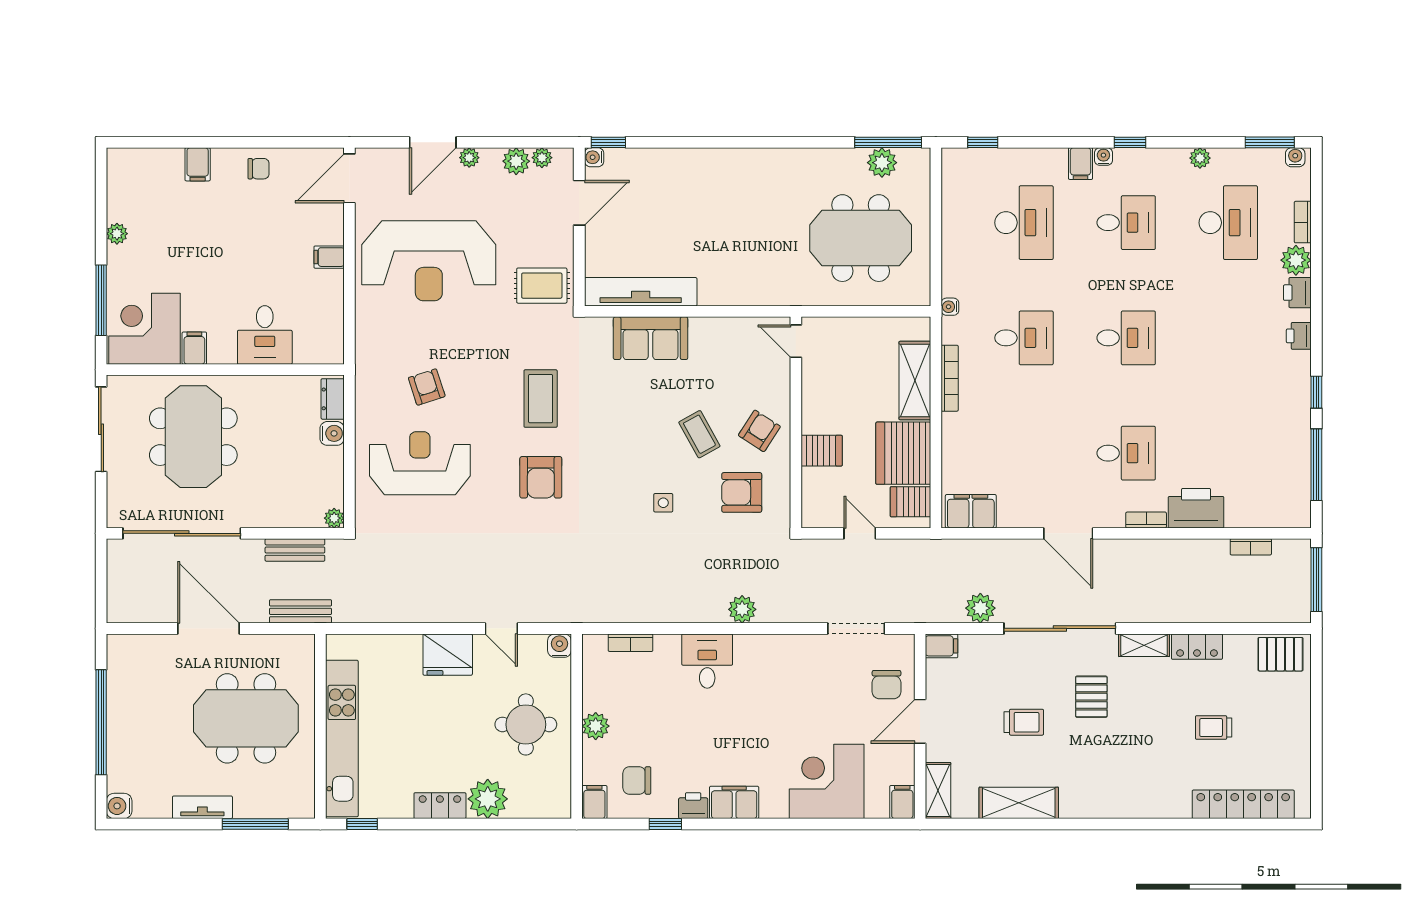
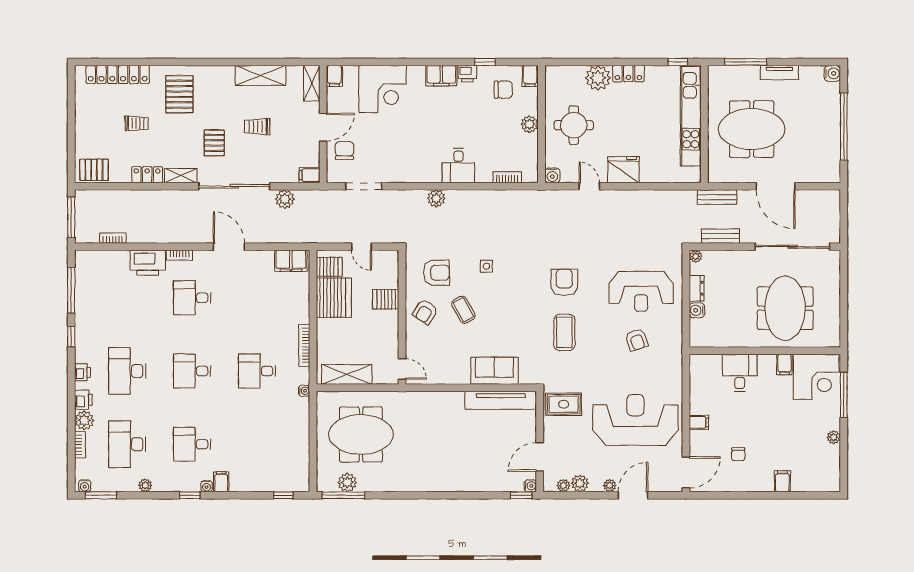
chair: (258, 169) -> (738, 454), moved, turned -90
desk: (1024, 223) -> (127, 371), moved
shelving: (915, 381) -> (347, 374), moved, turned 90
dresser: (333, 399) -> (697, 288), moved
sliding door: (101, 429) -> (844, 313), removed
pallet: (1146, 773) -> (179, 94), added

